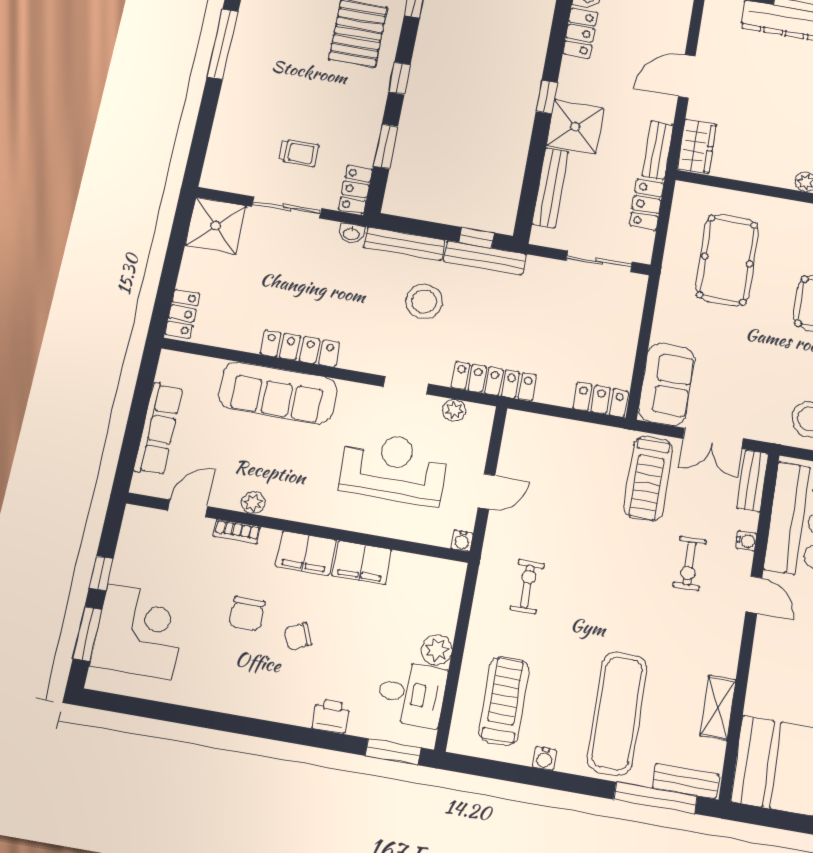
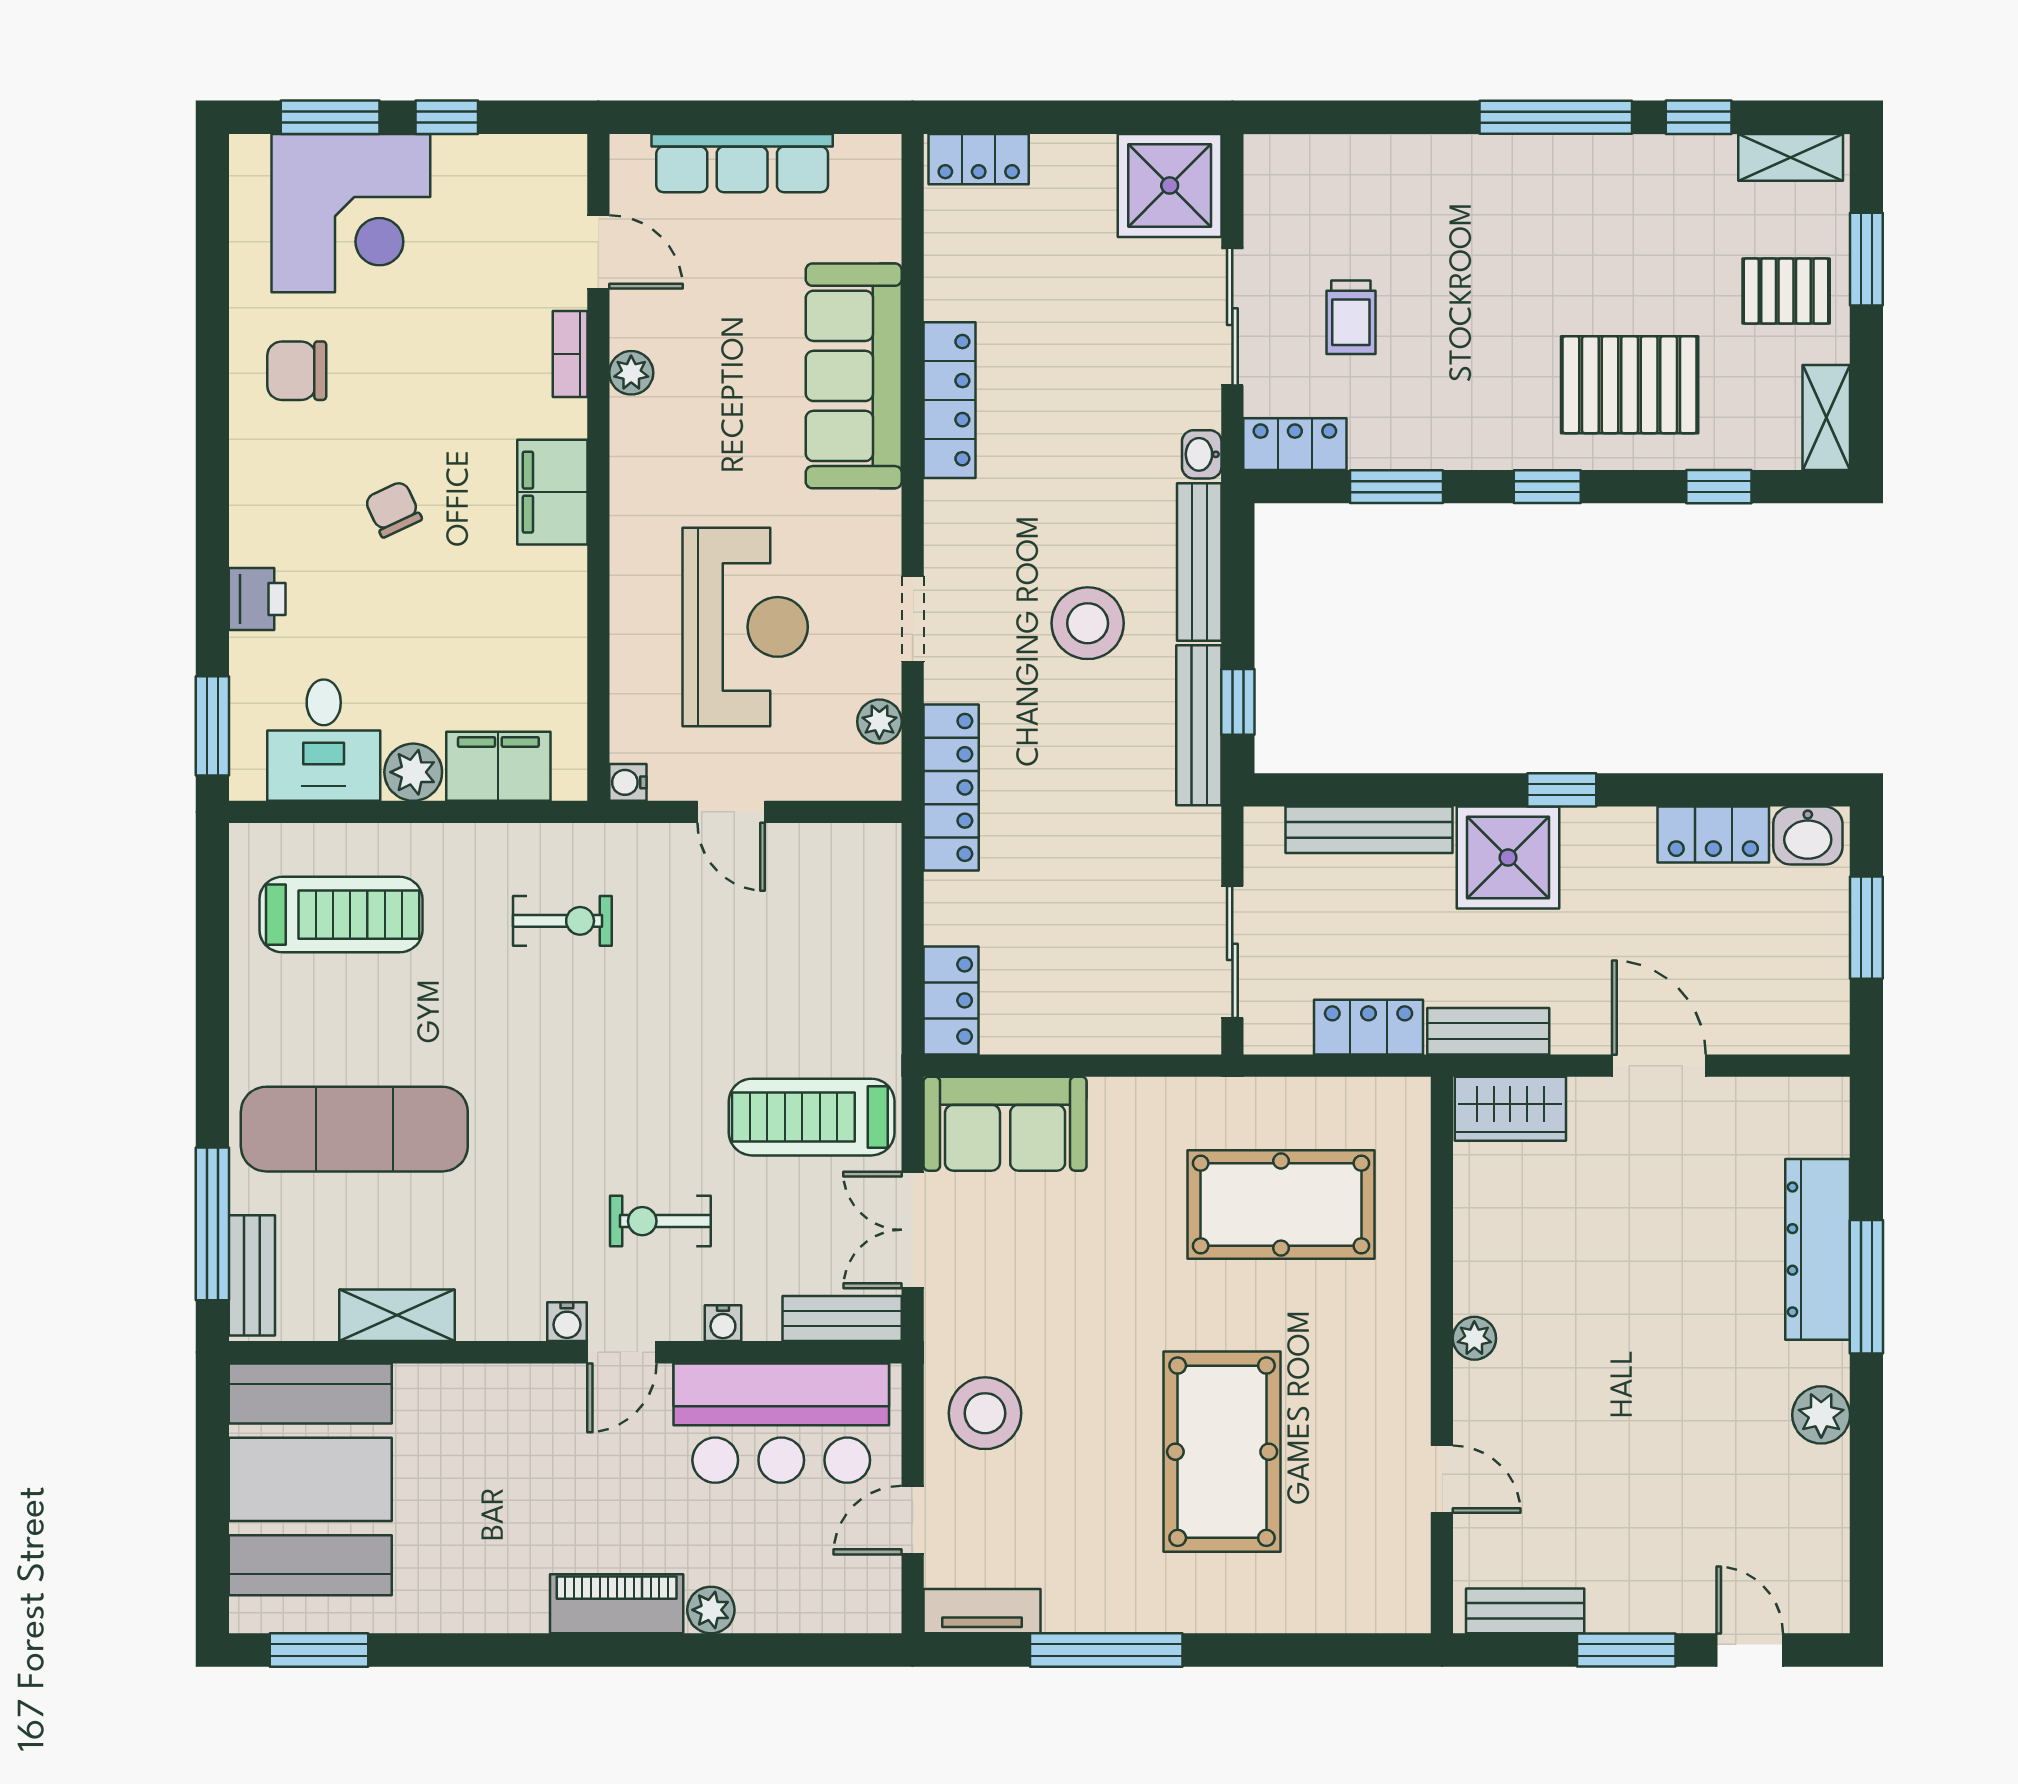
filing cabinet: (362, 563) -> (498, 766), moved, turned 90
chair: (247, 614) -> (297, 371), moved
water cooler: (544, 758) -> (567, 1322), moved, turned -90

